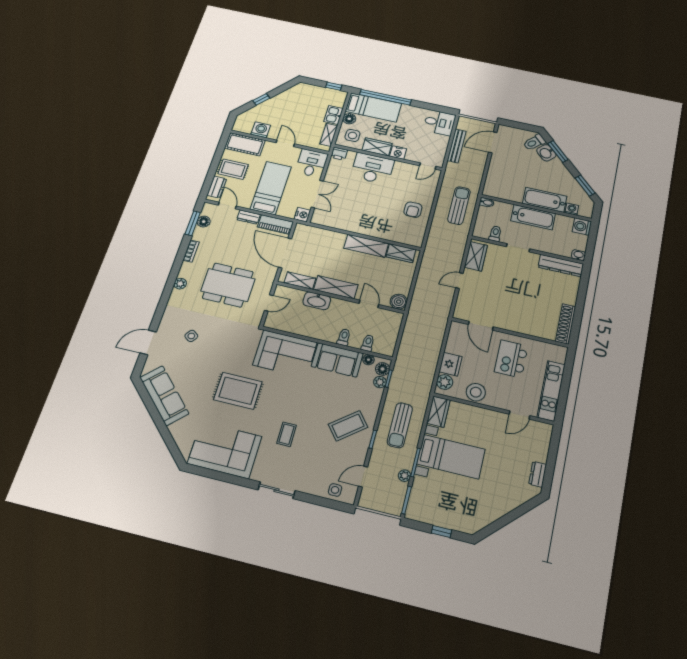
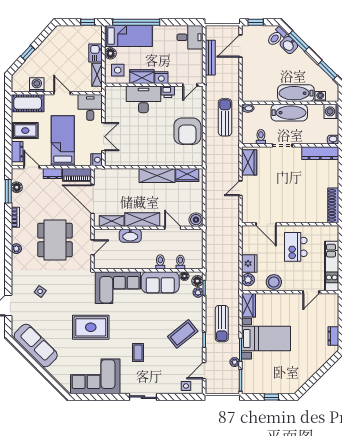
window: (514, 124) -> (256, 22), added
printer: (339, 154) -> (168, 92), moved
armchair: (413, 210) -> (187, 131), width x1.88, depth x1.88
dining table: (228, 285) -> (55, 240), turned 90

